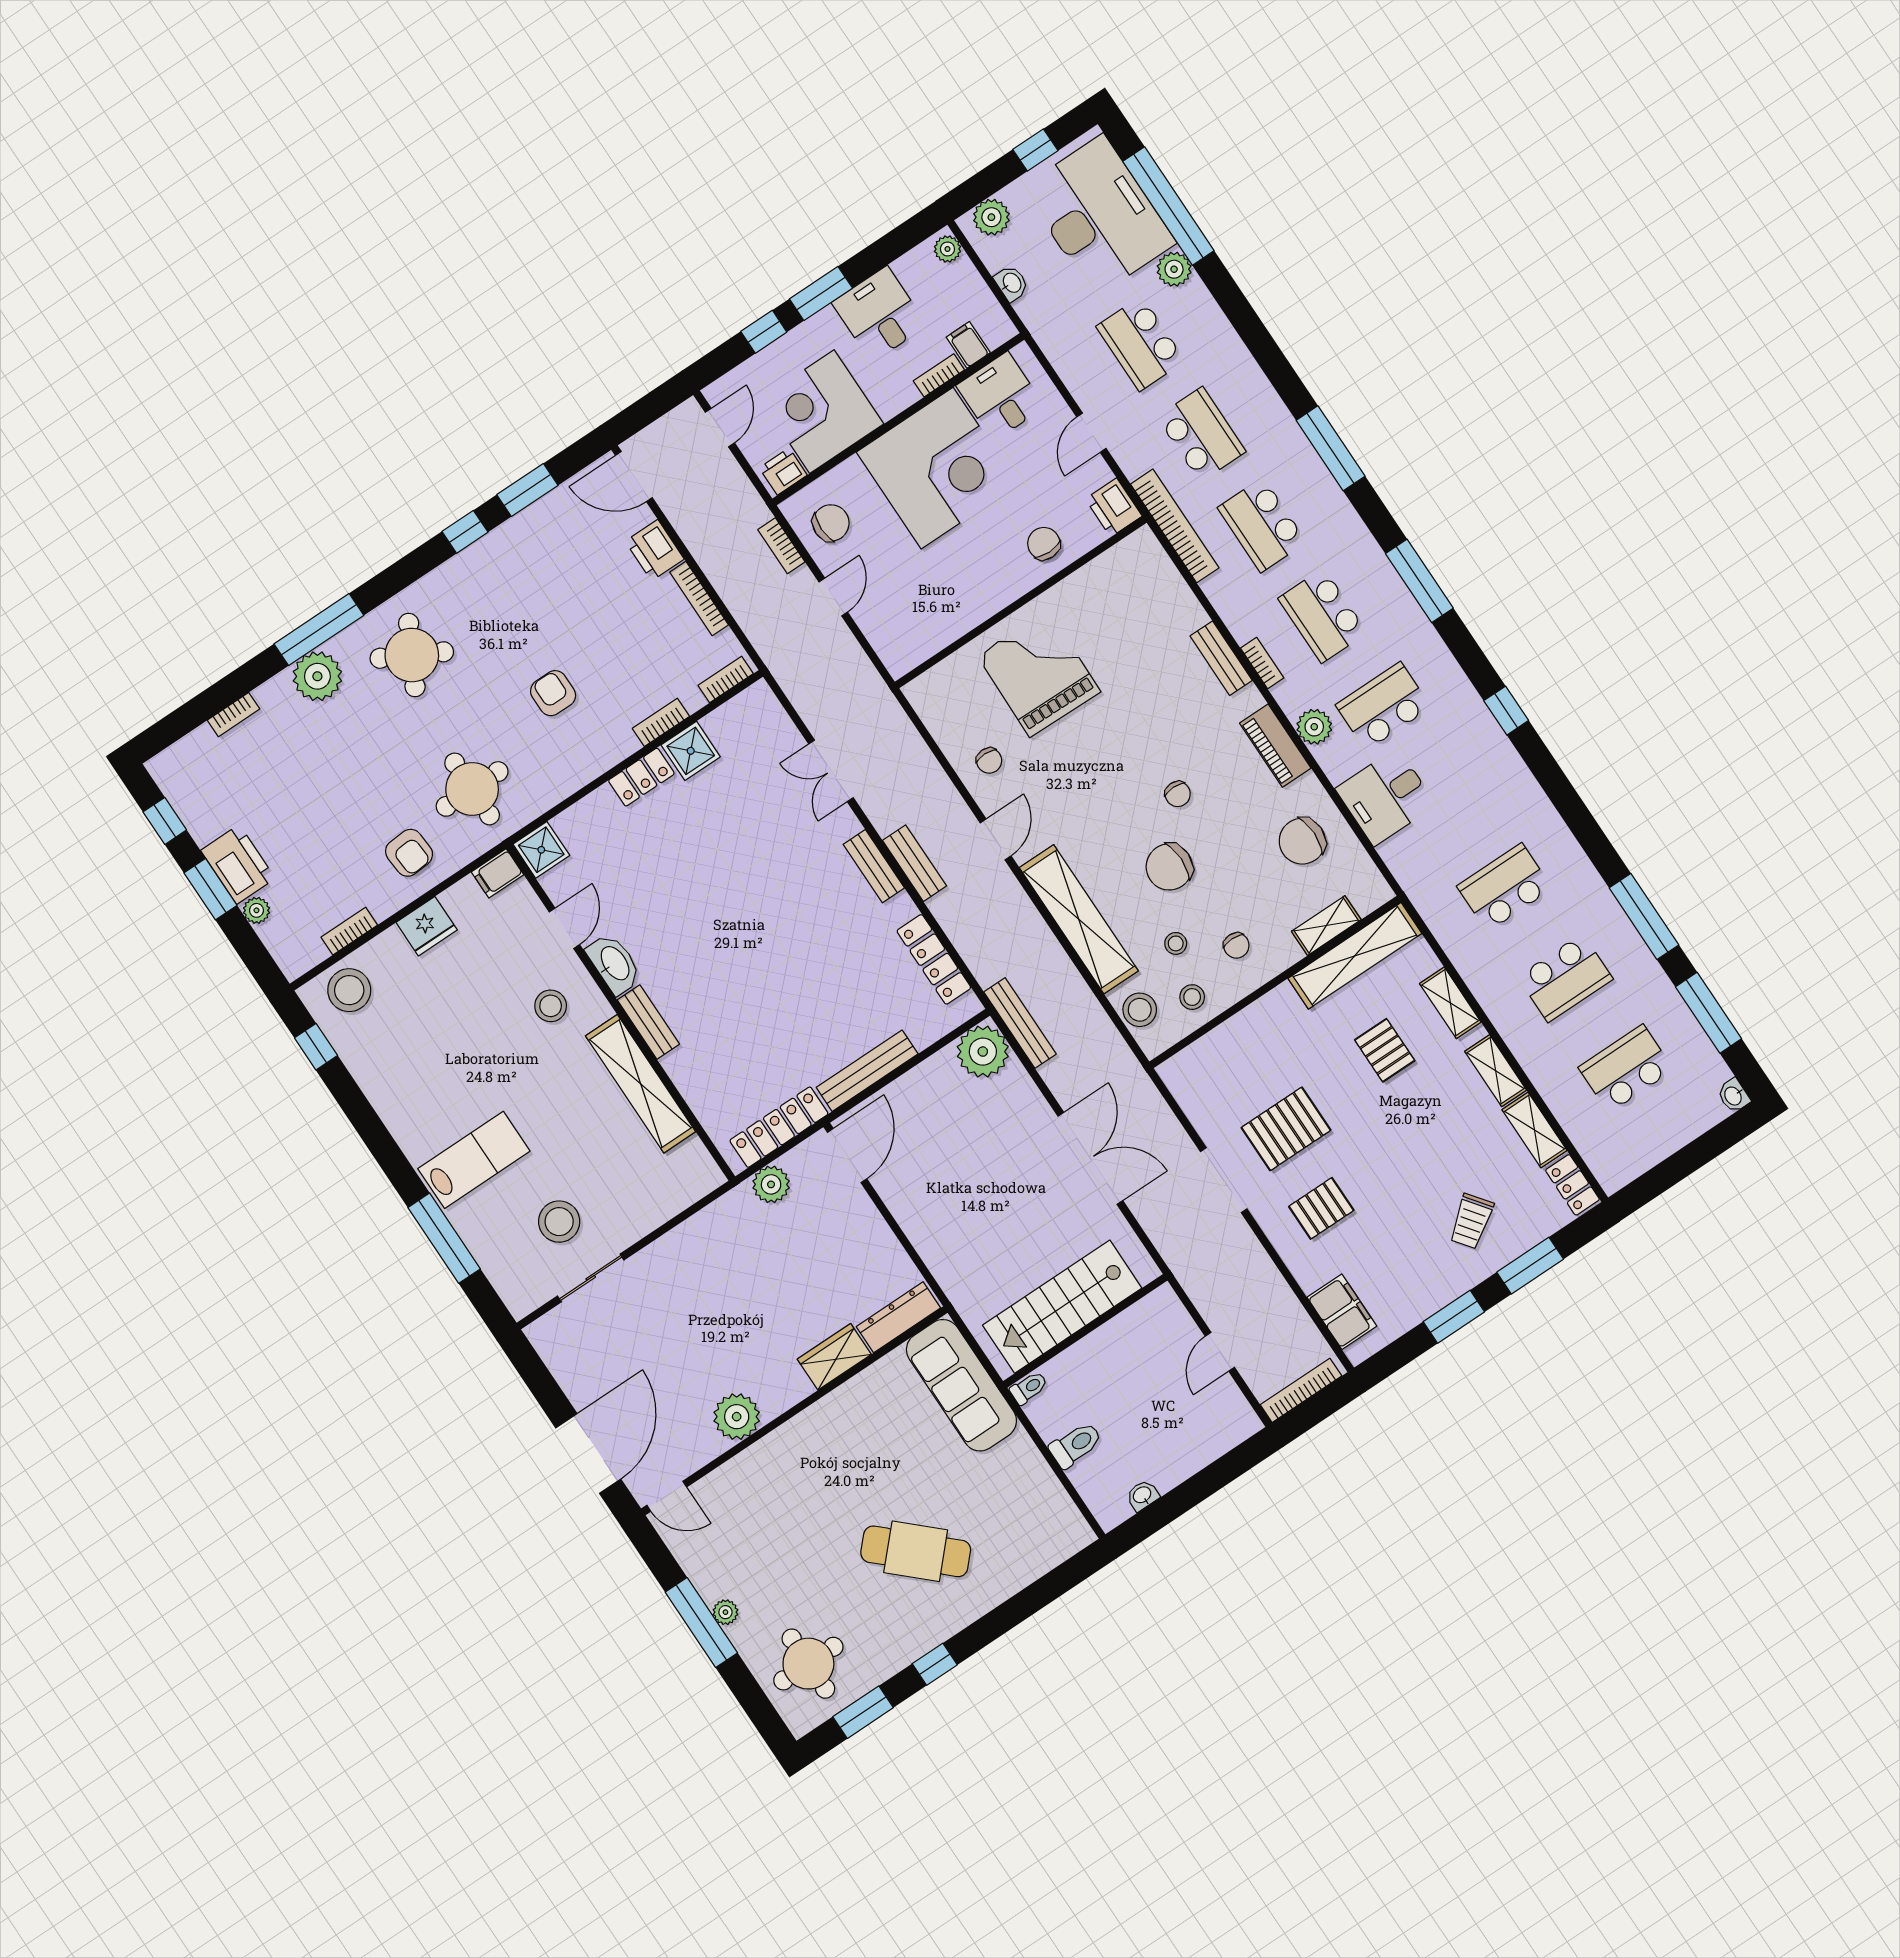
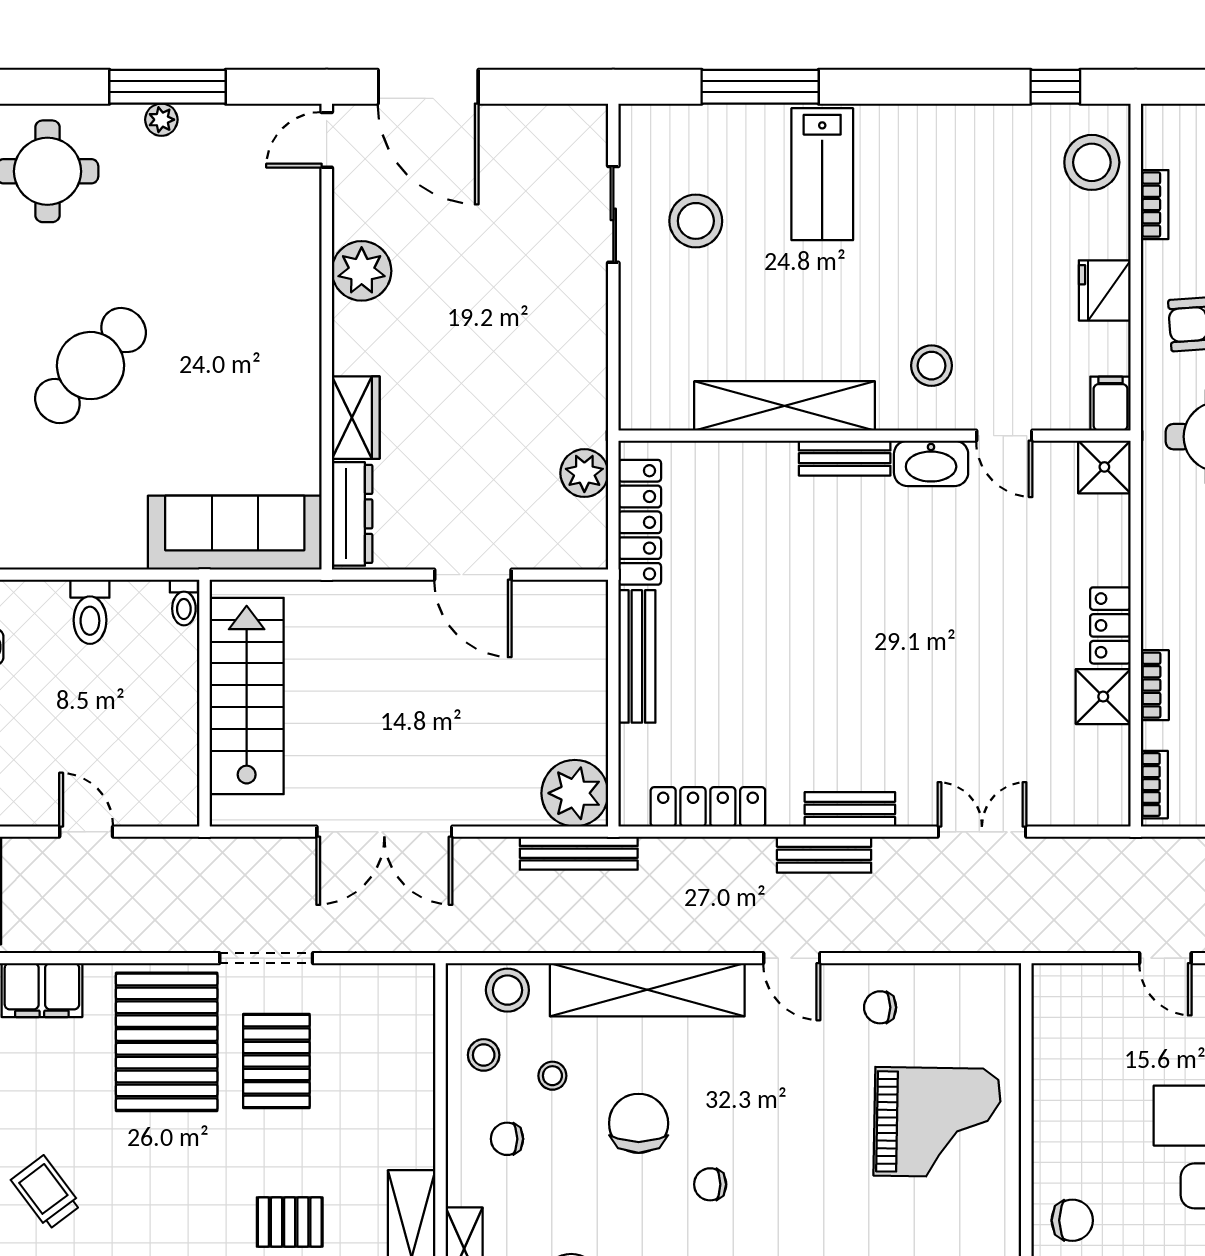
door: (847, 1156) -> (473, 575), moved
pallet: (1321, 1208) -> (167, 1042), width x2.05, depth x2.00

